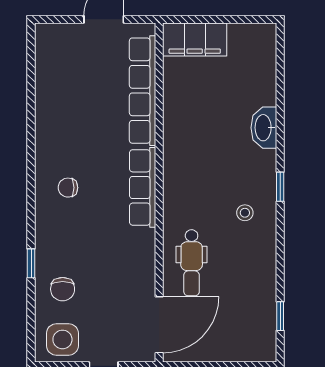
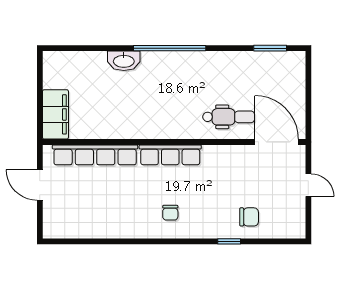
window: (280, 187) -> (170, 48), width x3.17
stool: (245, 213) -> (190, 75), removed
window: (280, 316) -> (270, 48), width x1.50
side table: (62, 339) -> (288, 217), removed

